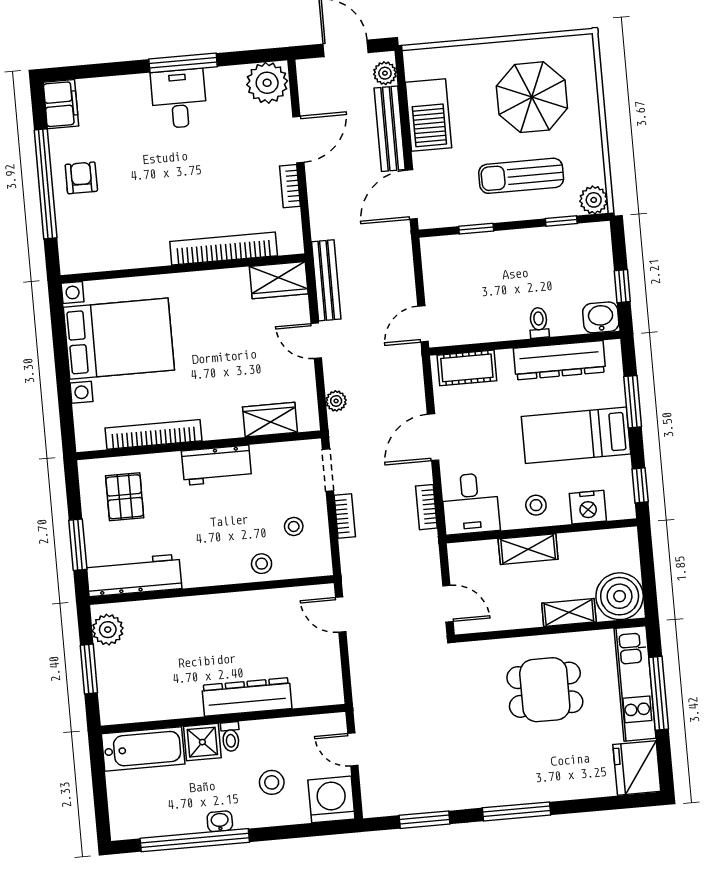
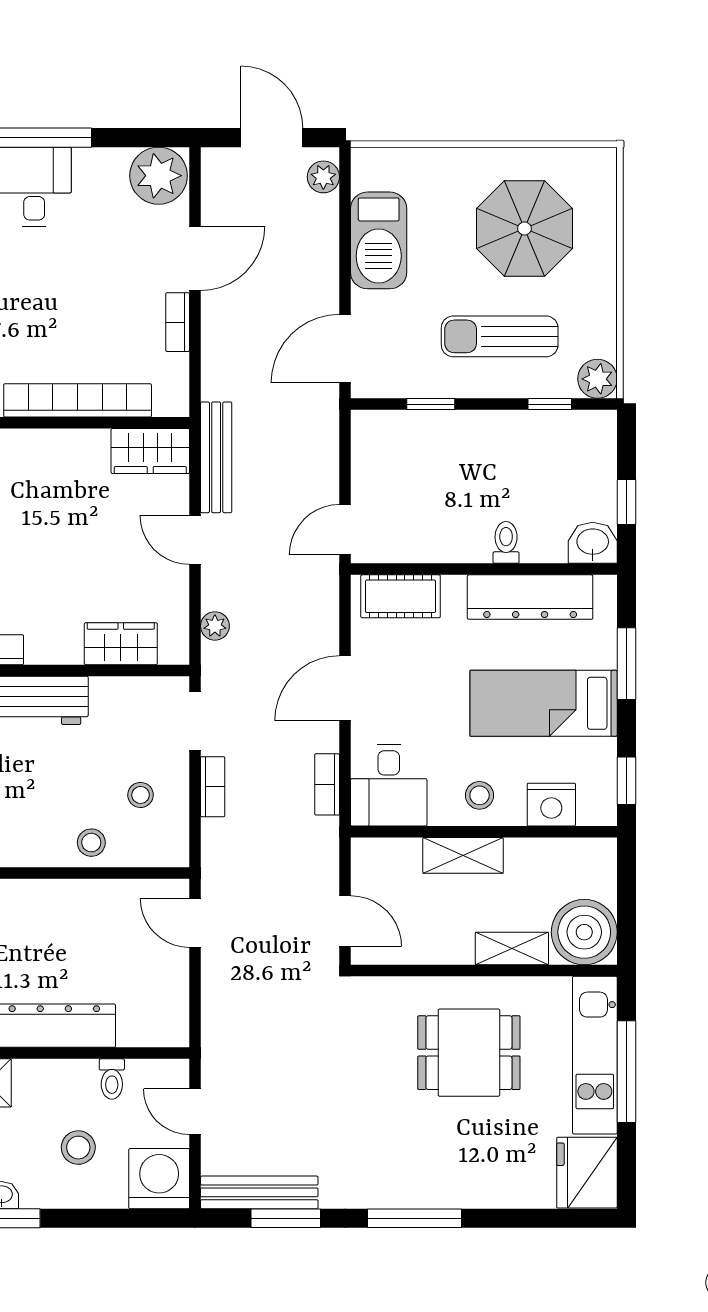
bench: (390, 129) -> (259, 1192), moved, turned 90
toilet: (230, 737) -> (112, 1079), moved

